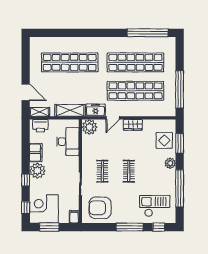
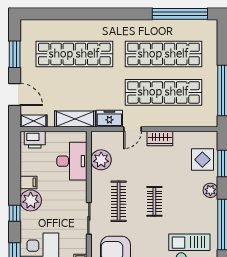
window: (26, 63) -> (15, 54), added
plant: (89, 127) -> (101, 160), moved
filing cabinet: (36, 153) -> (29, 182), width x0.50
clothes rail: (102, 171) -> (119, 201), width x1.36

